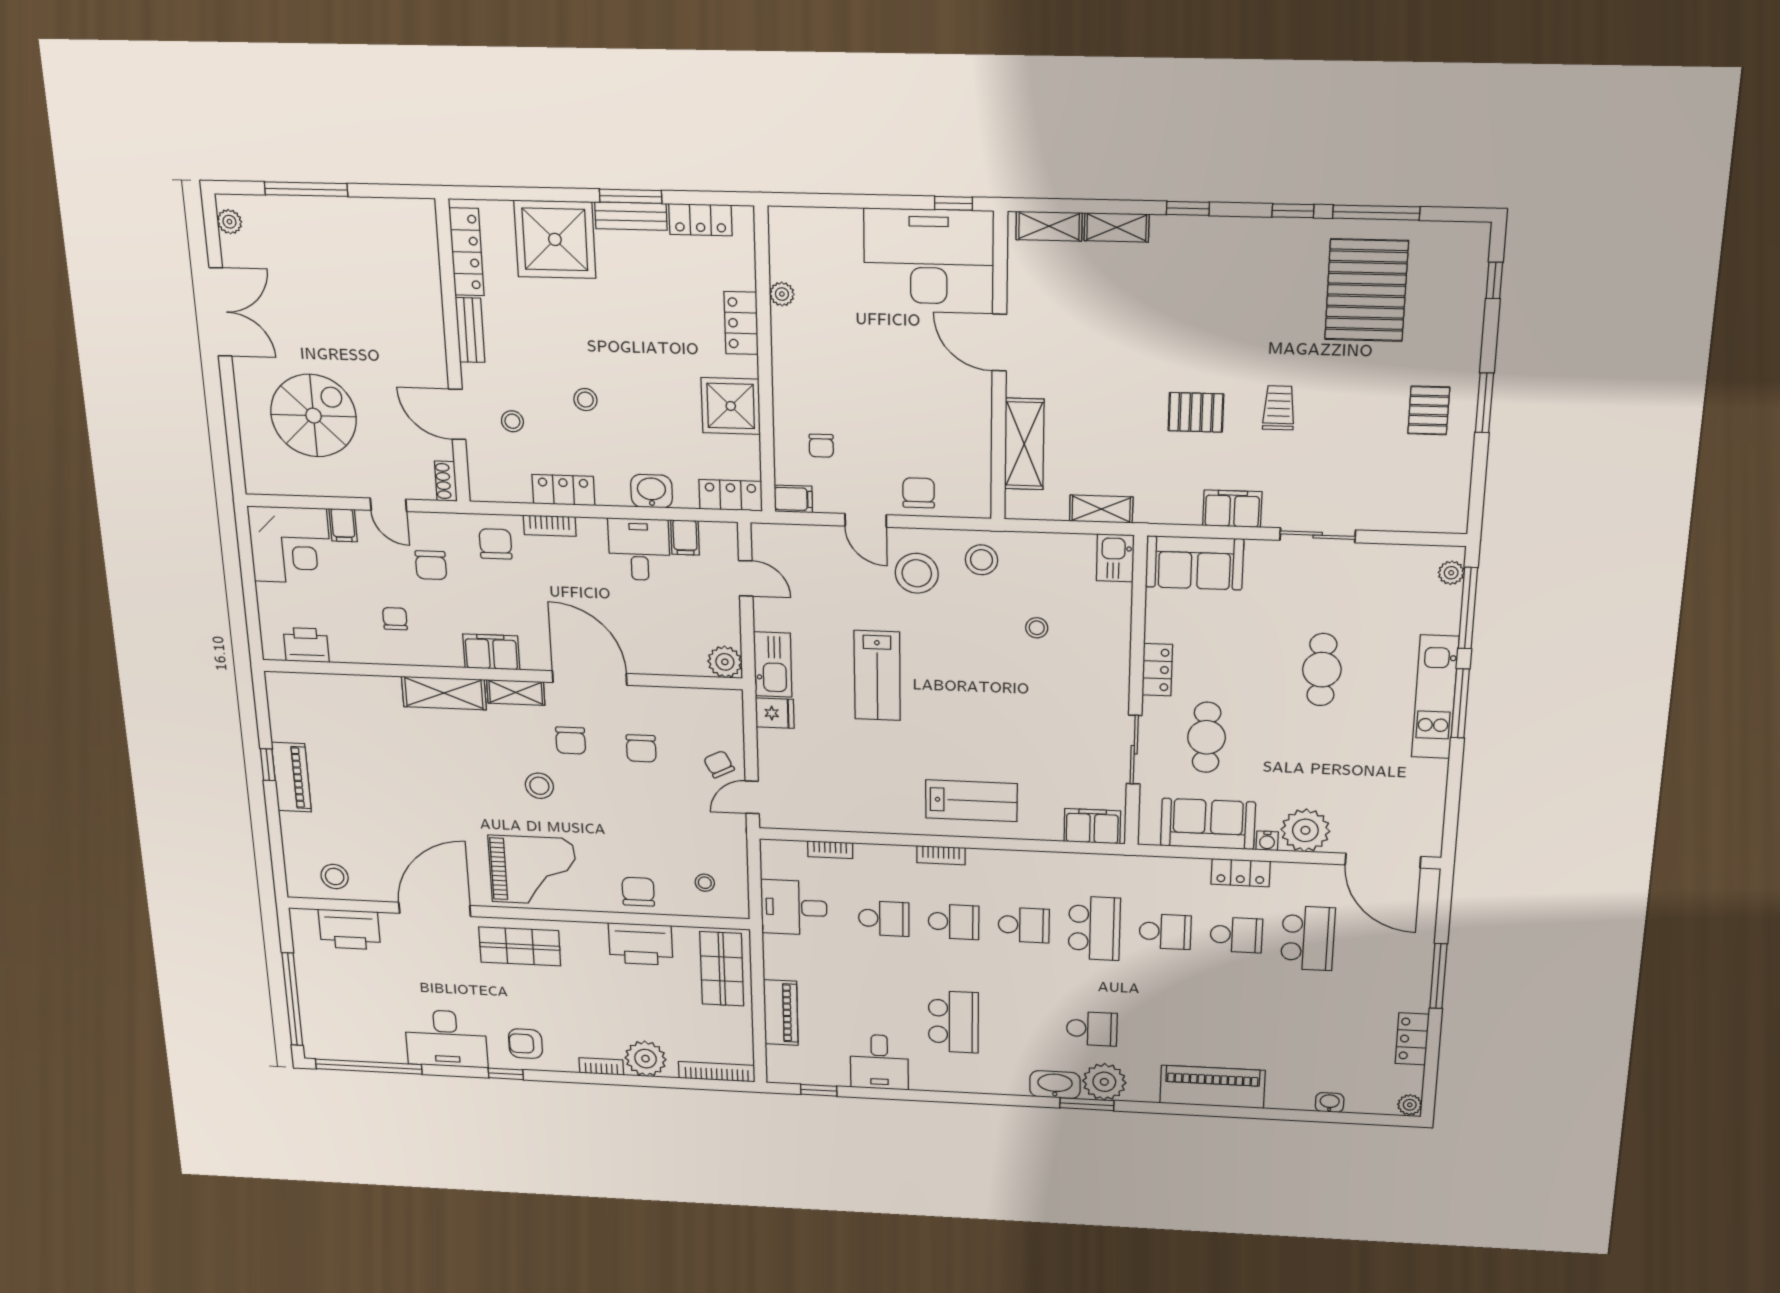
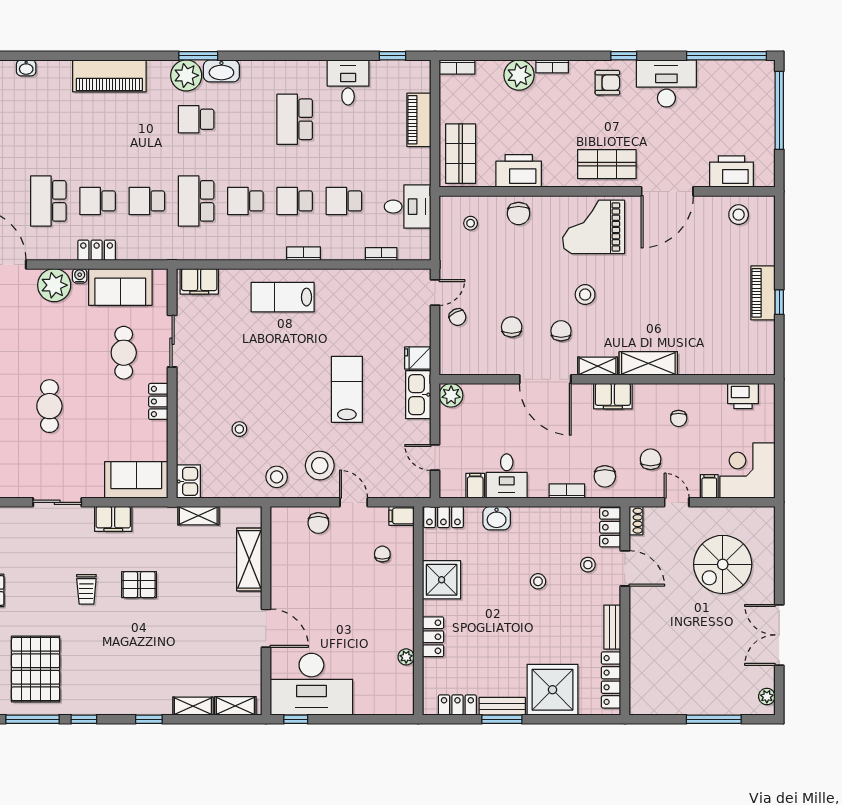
locker: (563, 490) -> (610, 527), moved, turned 90
bookcase: (717, 1072) -> (457, 67), width x0.64

